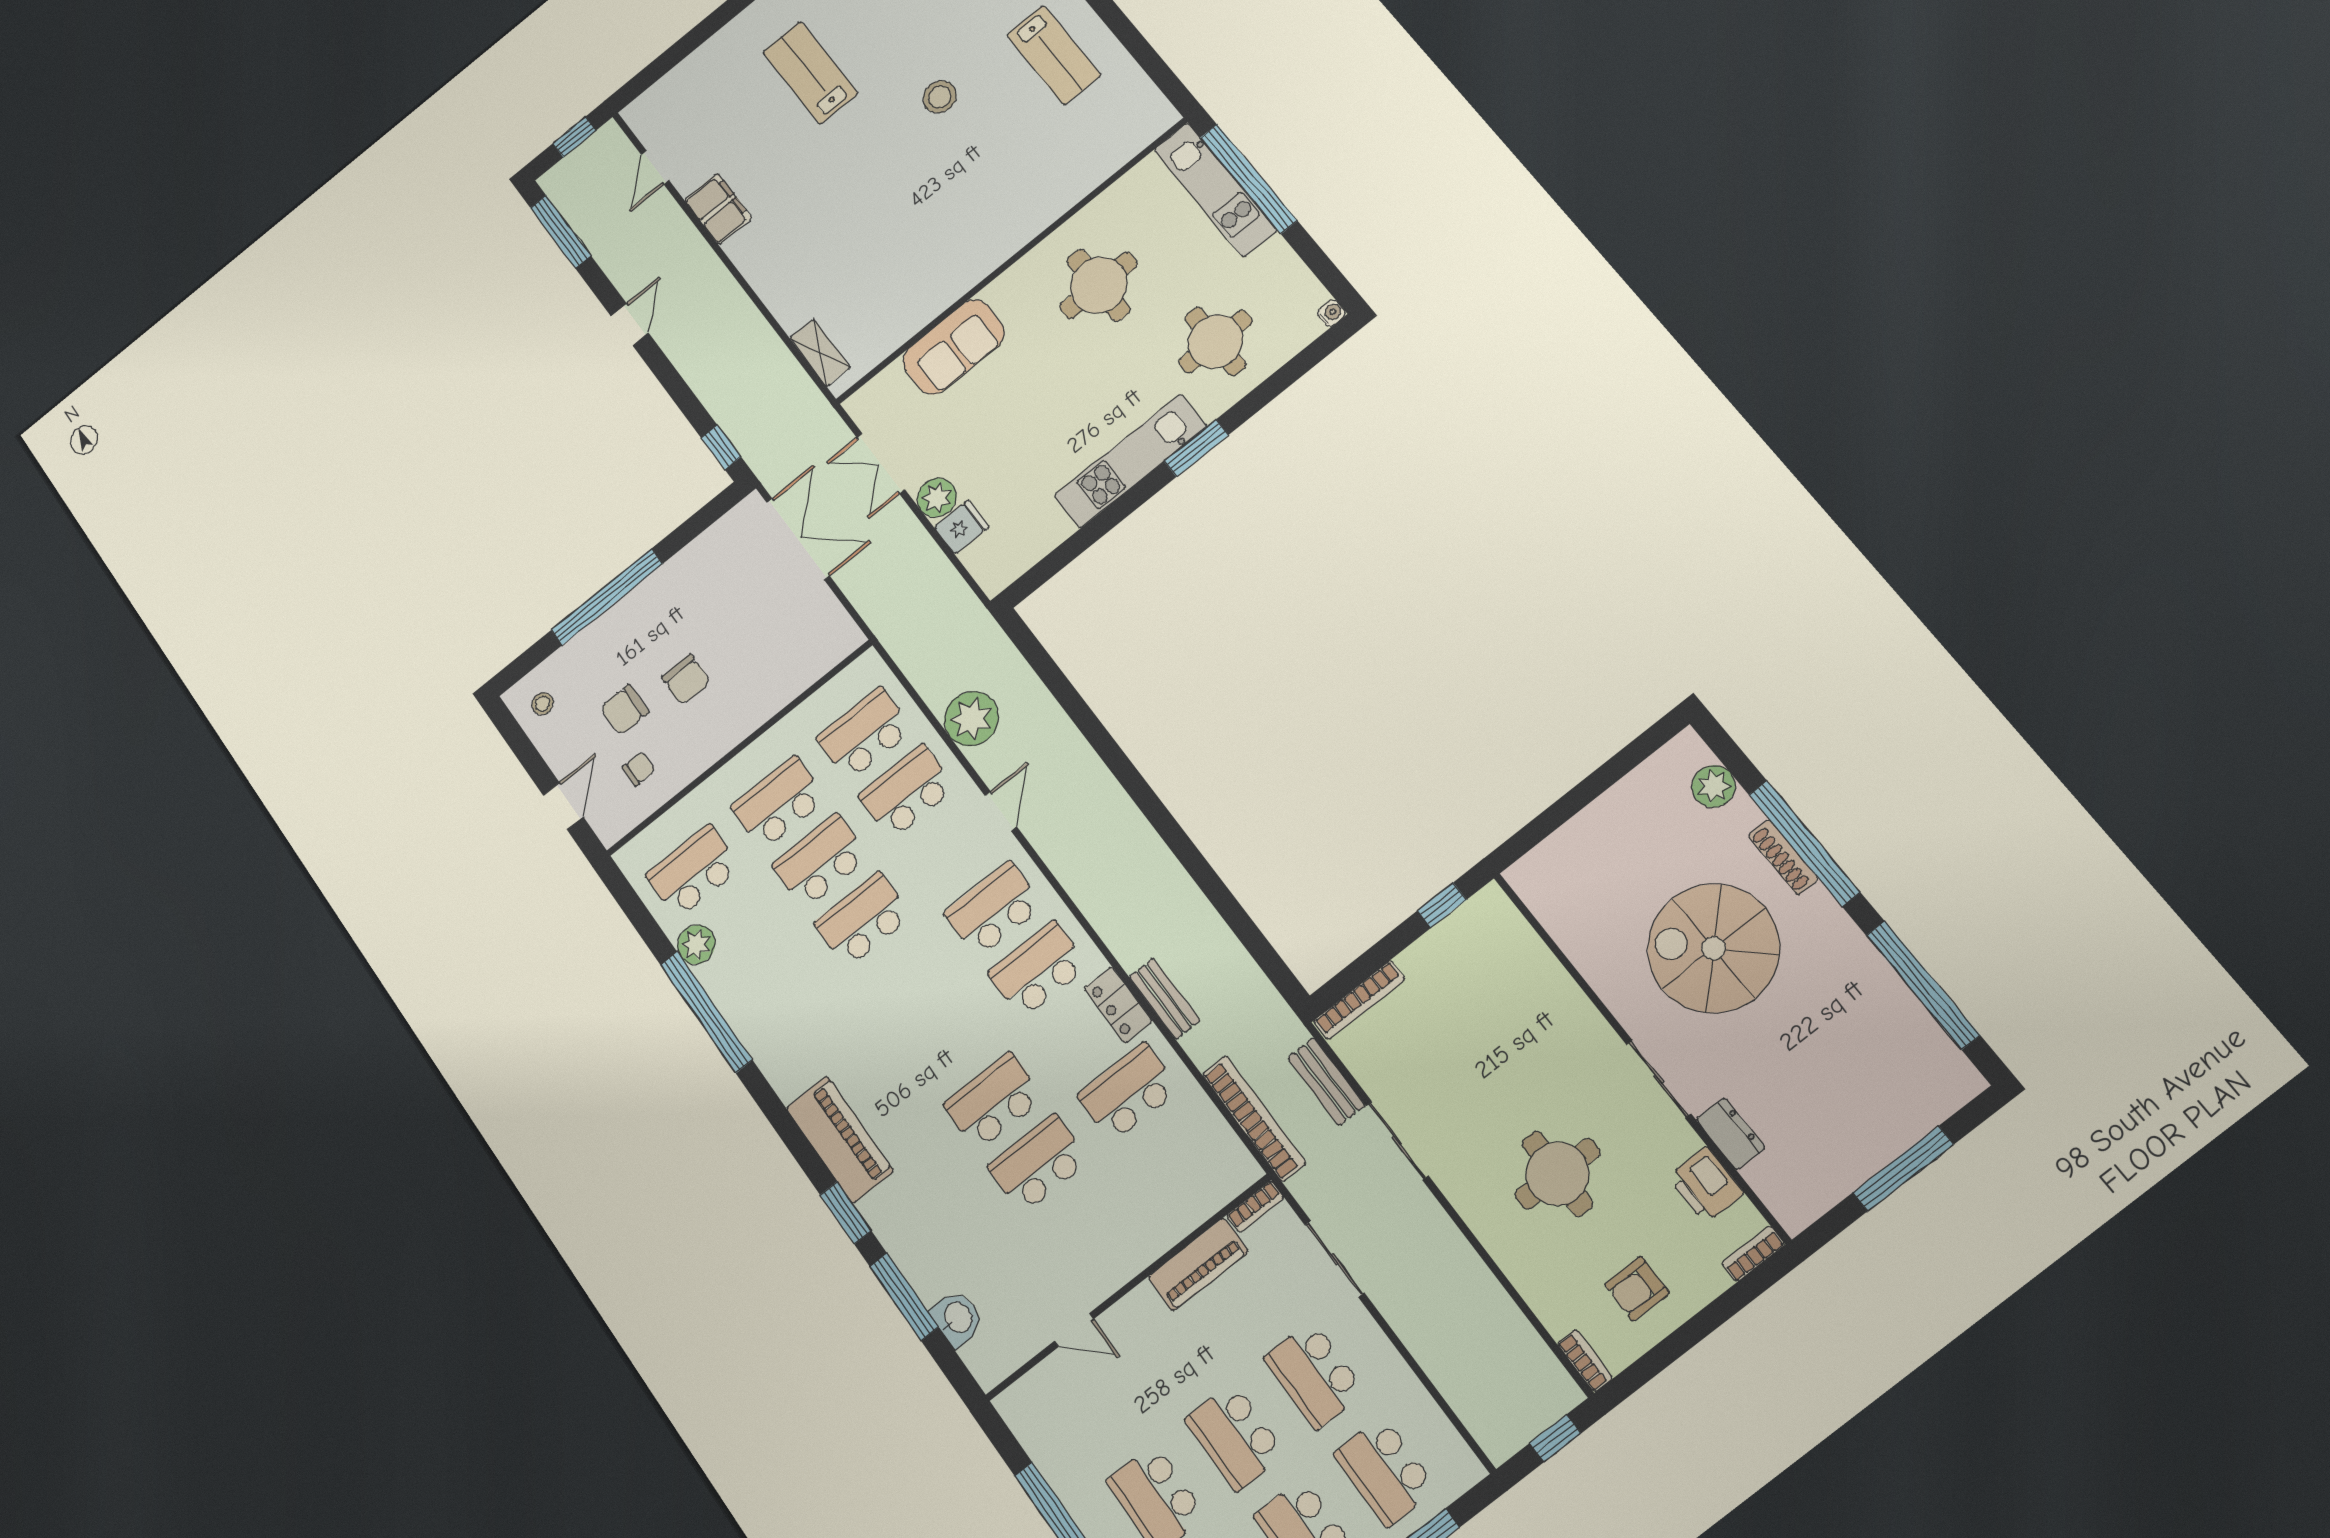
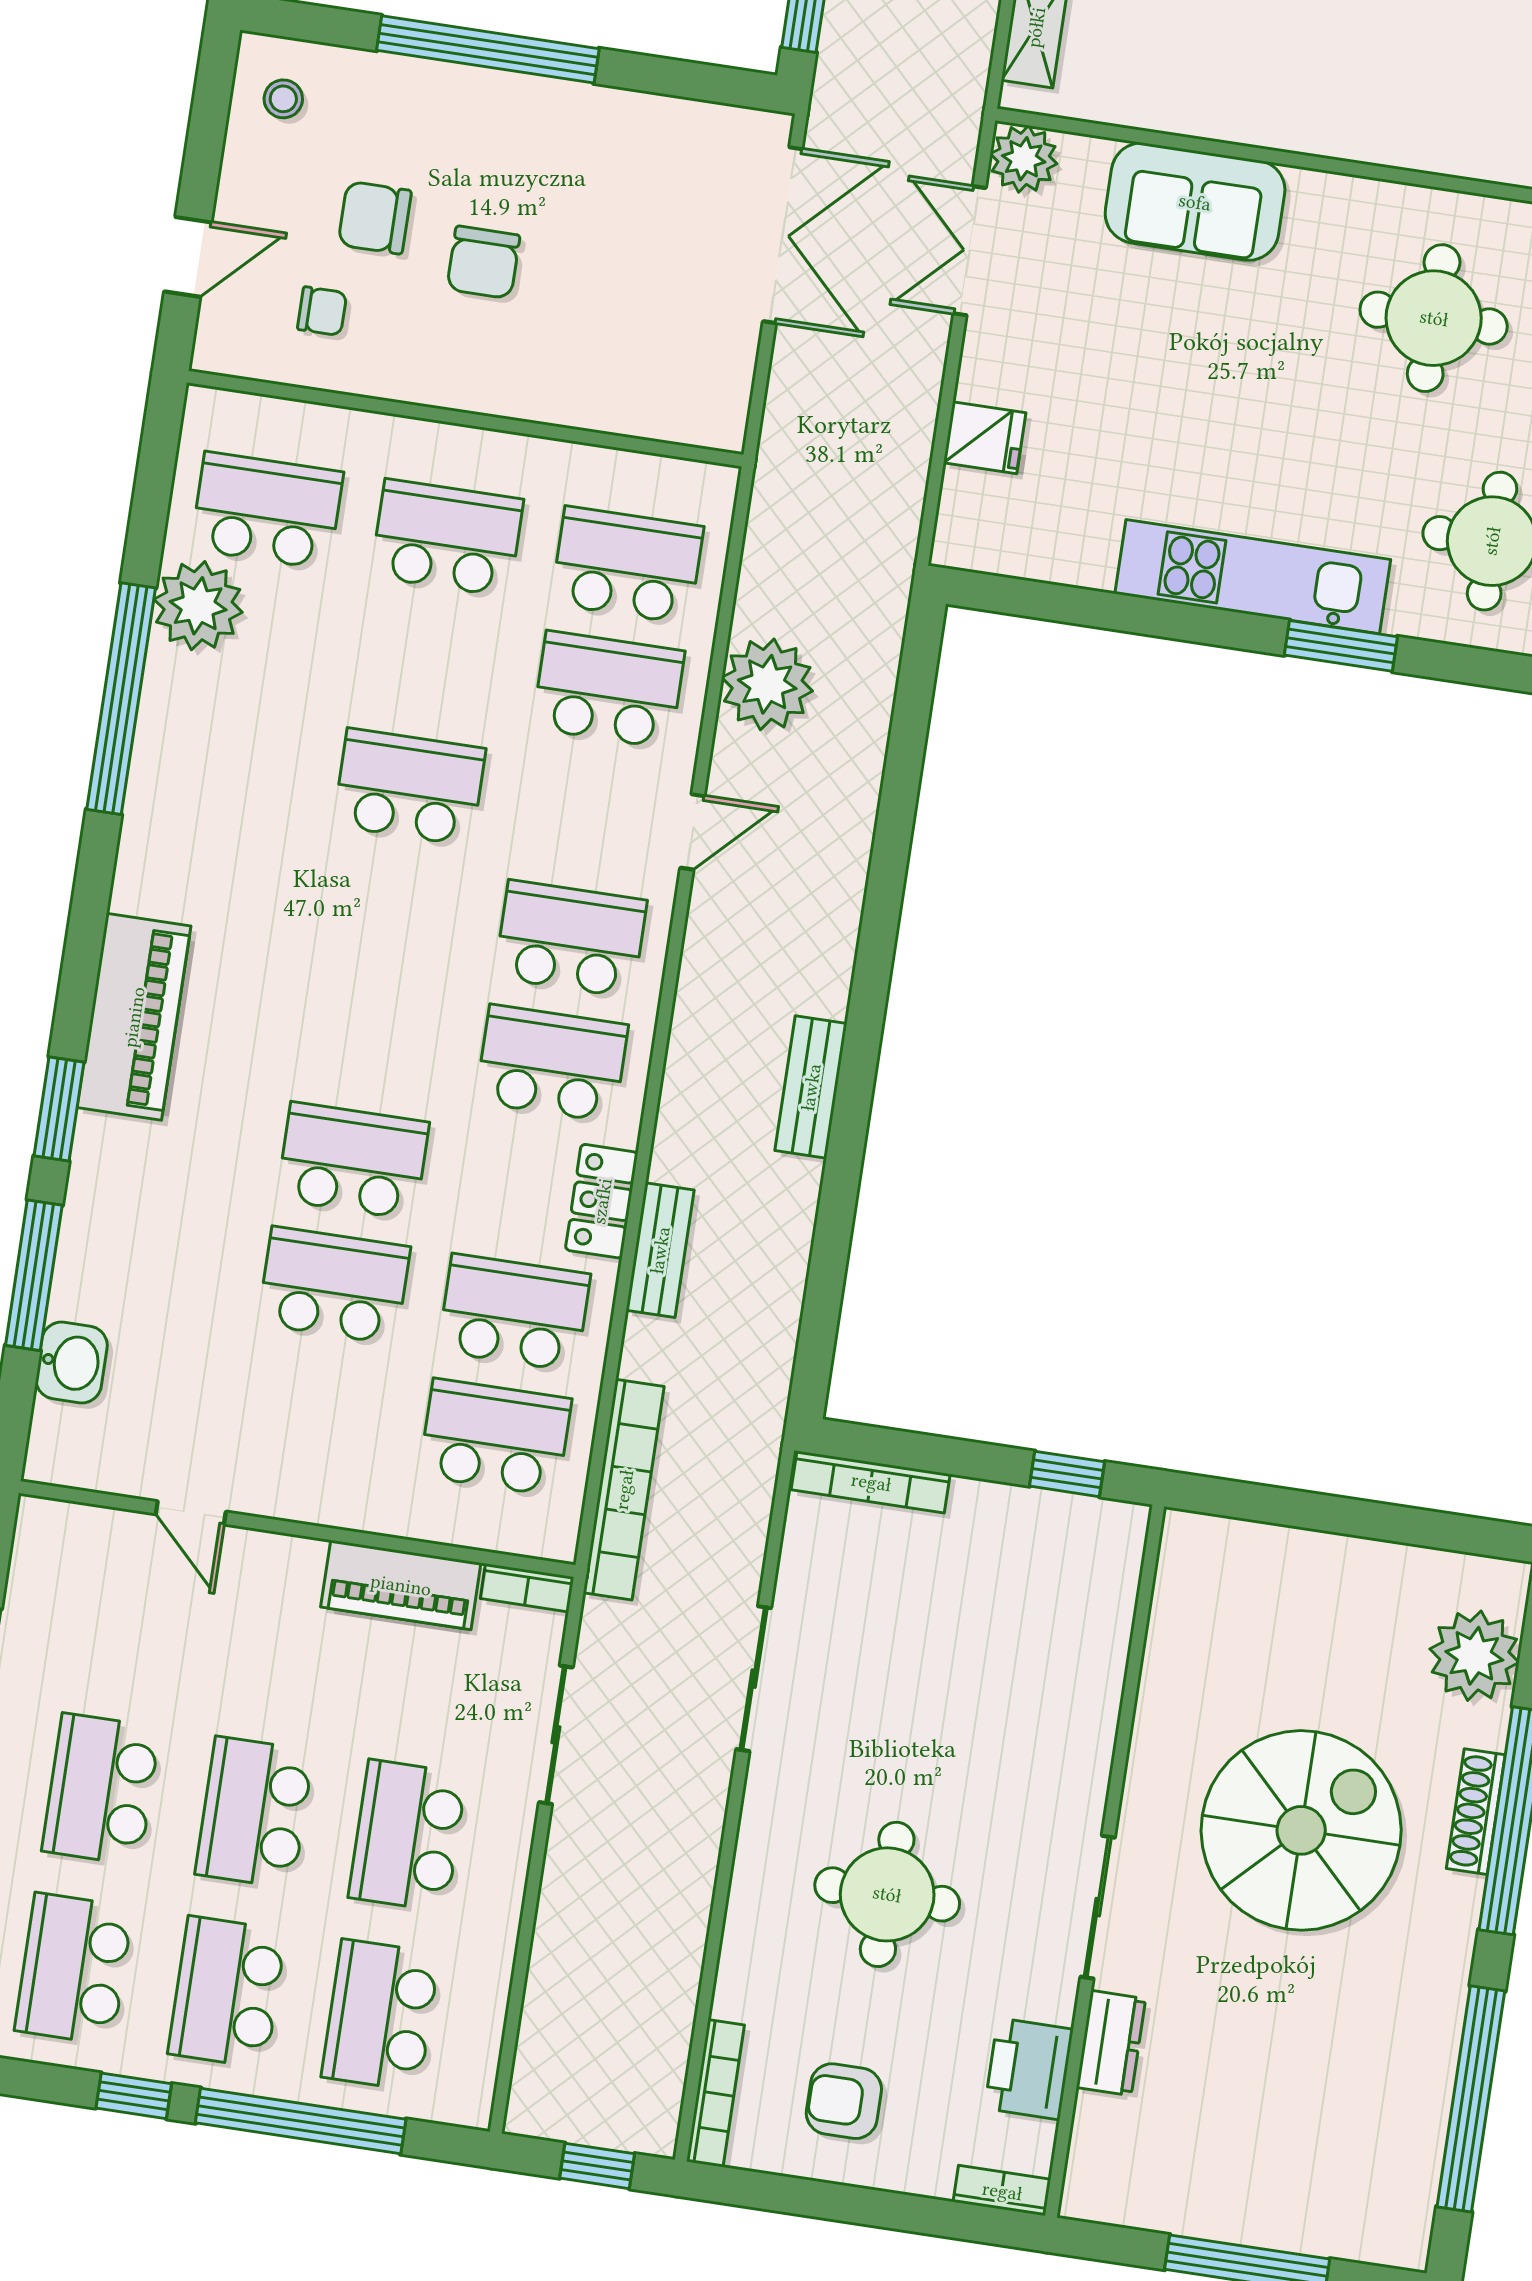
plant: (937, 498) -> (1024, 159), moved
plant: (1714, 786) -> (1474, 1656), width x1.36, depth x1.36
school desk: (820, 861) -> (495, 1437), moved
plant: (696, 945) -> (198, 606), width x1.36, depth x1.36
spiral stairs: (1714, 948) -> (1301, 1830), turned 90
bench: (1326, 1082) -> (811, 1087), moved
bookcase: (1585, 1361) -> (715, 2093), width x1.56

